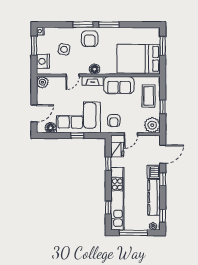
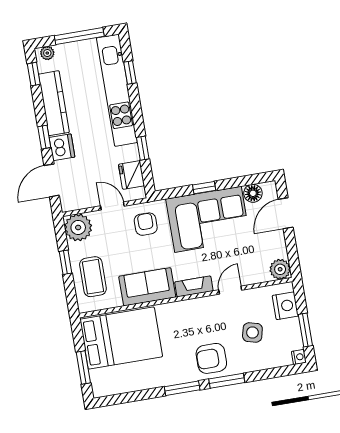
armchair: (90, 39) -> (211, 358), turned -90
floor lamp: (95, 69) -> (194, 307), removed
door: (131, 134) -> (112, 206), hinge flipped

